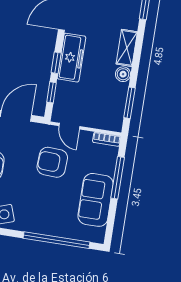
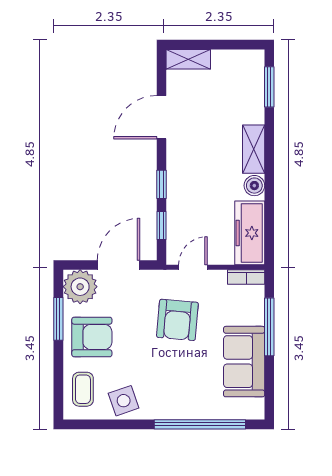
freezer: (71, 58) -> (250, 233), moved, turned 180
window: (130, 103) -> (269, 223), removed
door: (69, 126) -> (193, 267), swing flipped
armchair: (52, 162) -> (177, 320), turned -88

